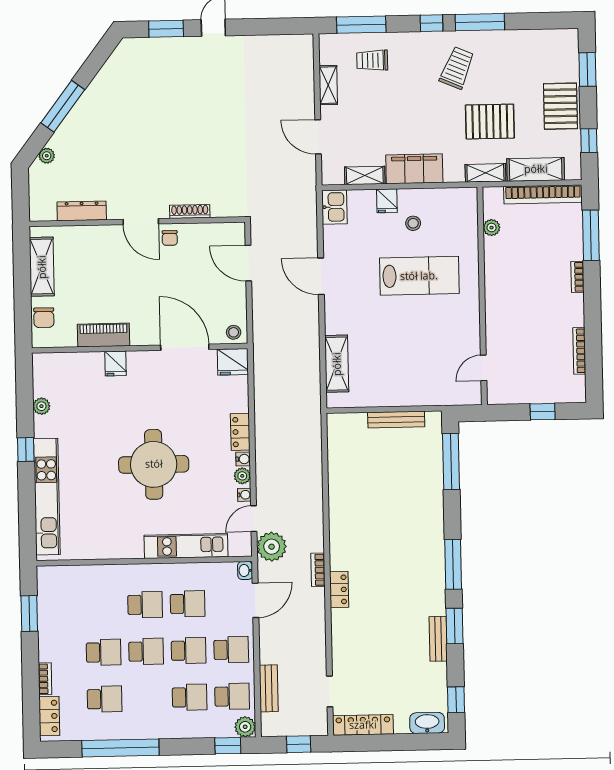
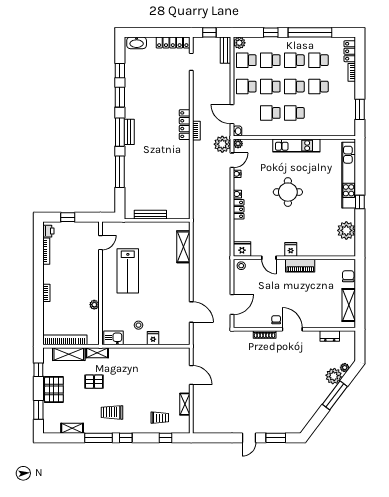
window: (361, 25) -> (165, 438), width x0.46
trolley: (457, 68) -> (112, 412), turned 67
pallet: (490, 122) -> (94, 382), width x0.67, depth x0.71
plant: (66, 140) -> (334, 376), added
filing cabinet: (414, 169) -> (137, 356), removed
shelving: (365, 175) -> (72, 428), moved
kitchen sink: (334, 207) -> (114, 338), moved, turned 90
dresser: (82, 211) -> (330, 336), width x0.70
plant: (492, 228) -> (94, 305), moved
window: (591, 235) -> (38, 316), removed
door: (248, 263) -> (232, 305), hinge flipped
door: (321, 276) -> (191, 312), moved
lab bench: (419, 276) -> (128, 271), moved, turned -90
piano: (104, 335) -> (300, 266), moved
door: (185, 347) -> (269, 258), width x0.53
fridge: (116, 364) -> (291, 249), moved
printer: (576, 386) -> (48, 231), added
plant: (41, 406) -> (346, 230), width x1.87, depth x1.87
window: (451, 462) -> (120, 172), moved
round table: (154, 464) -> (288, 192), width x0.73, depth x0.73
plant: (242, 476) -> (238, 144), moved
kitchen unit: (186, 546) -> (296, 146), moved
locker: (339, 589) -> (185, 125), width x1.53
door: (255, 600) -> (232, 114), hinge flipped
bench: (438, 639) -> (129, 132), moved
bench: (269, 688) -> (226, 50), moved
school desk: (147, 698) -> (294, 60), added
window: (456, 700) -> (120, 71), moved
window: (228, 746) -> (271, 32), moved

